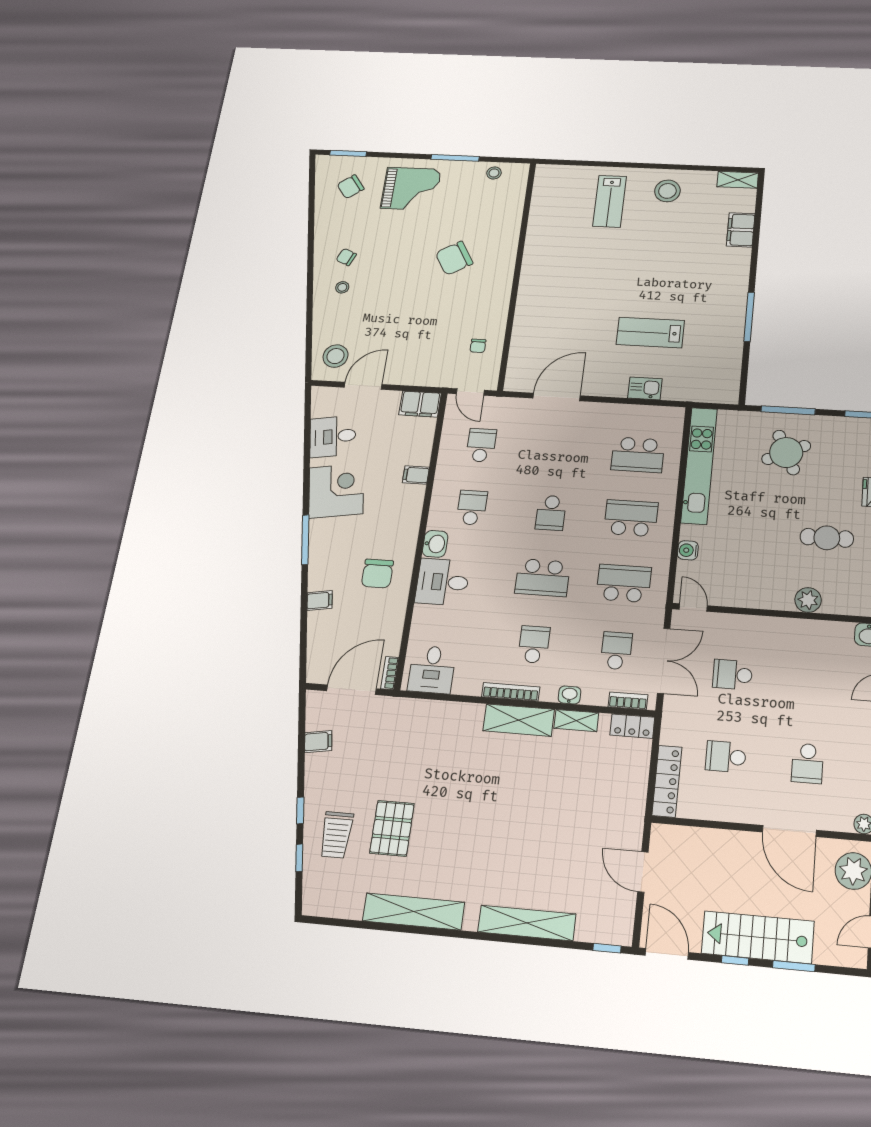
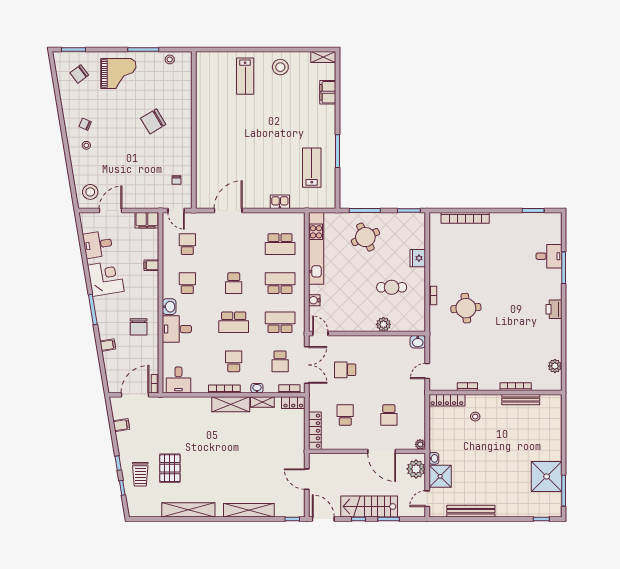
lab bench: (650, 332) -> (312, 168), moved, turned 90
school desk: (616, 651) -> (280, 361), turned 180
school desk: (726, 757) -> (345, 415), turned 90

